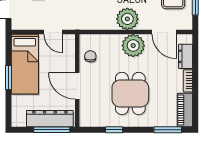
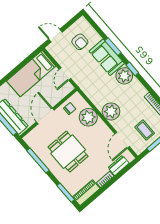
plant: (133, 46) -> (88, 117), moved
window: (8, 77) -> (15, 71), removed
dining table: (130, 93) -> (68, 152), turned 90
window: (114, 130) -> (38, 161), width x2.17

